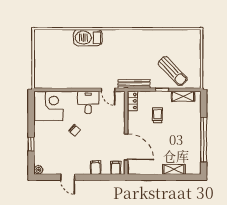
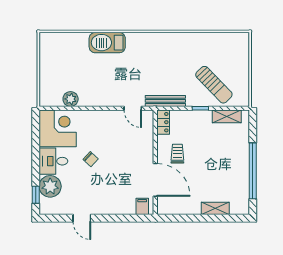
plant: (59, 82) -> (71, 99), added
desk: (88, 102) -> (53, 161), moved, turned -90
trolley: (158, 115) -> (177, 154), moved
window: (31, 144) -> (36, 195), moved
filing cabinet: (96, 168) -> (117, 206), removed
plant: (38, 170) -> (50, 186), moved, width x1.88, depth x1.88

